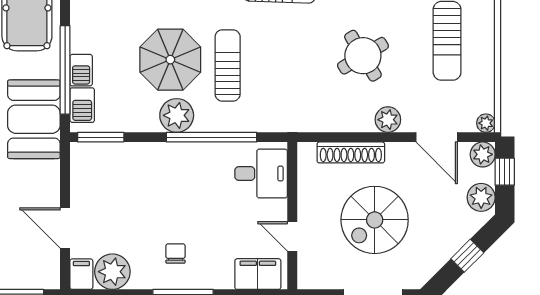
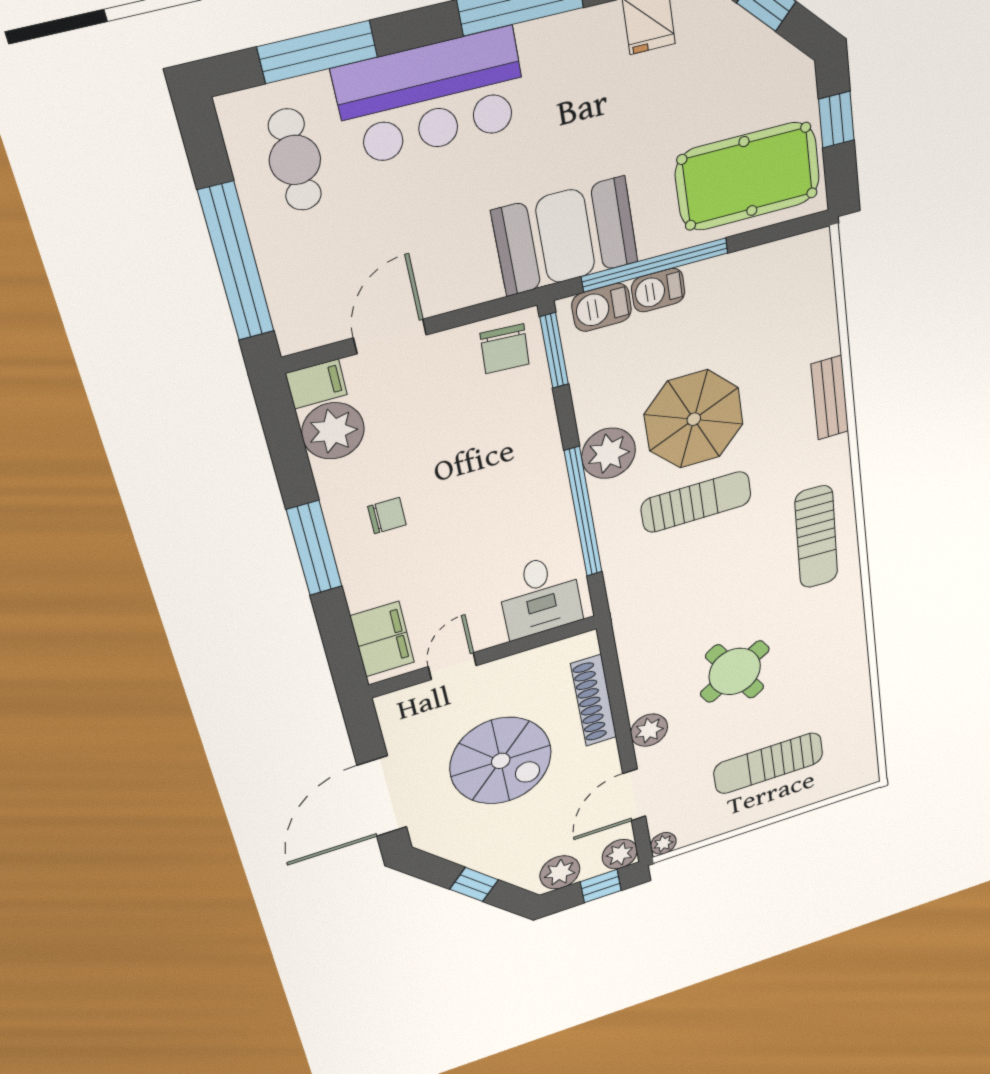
chair: (91, 166) -> (505, 349), added
spiral stairs: (375, 220) -> (501, 761), turned 180

